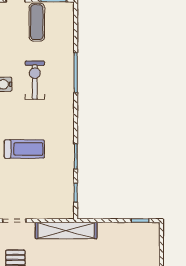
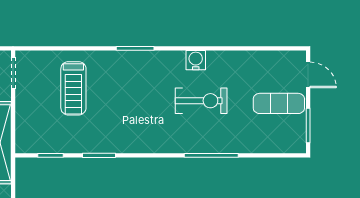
treadmill: (24, 149) -> (73, 88), moved

